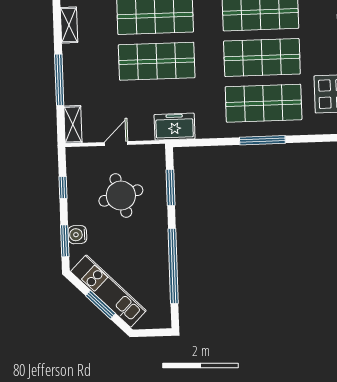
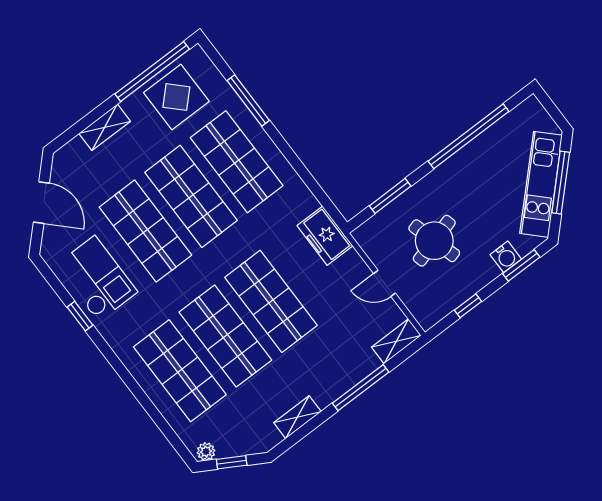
window: (262, 140) -> (248, 101), moved
window: (100, 305) -> (561, 183), width x1.44

